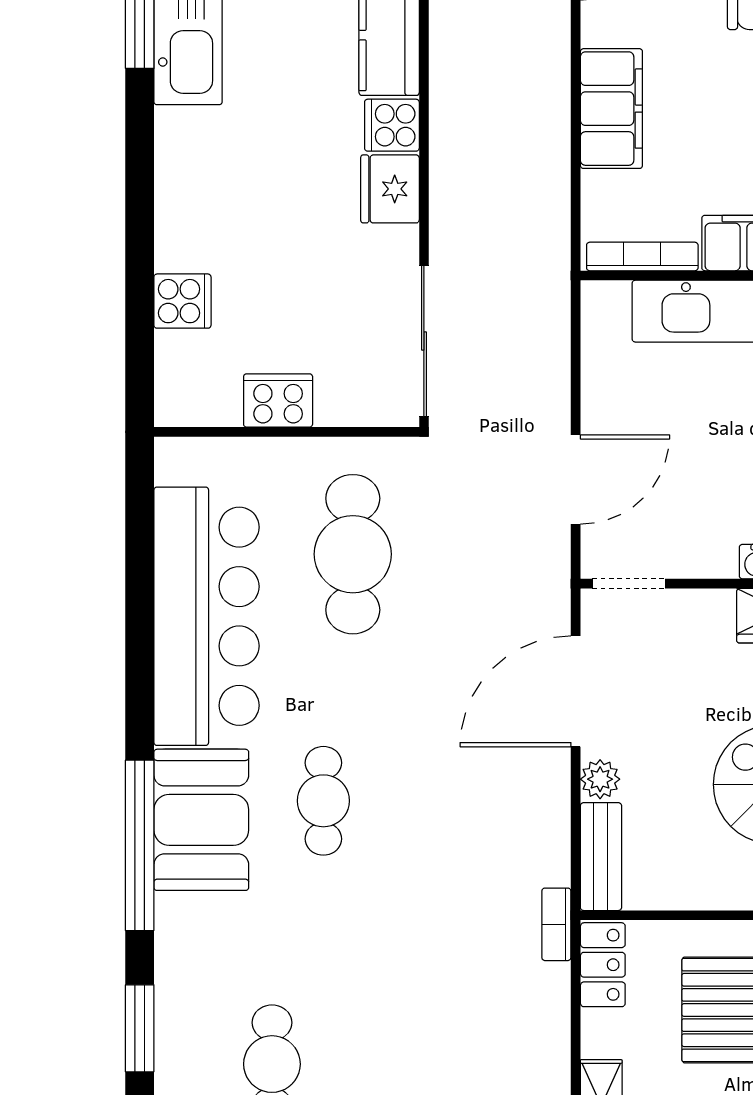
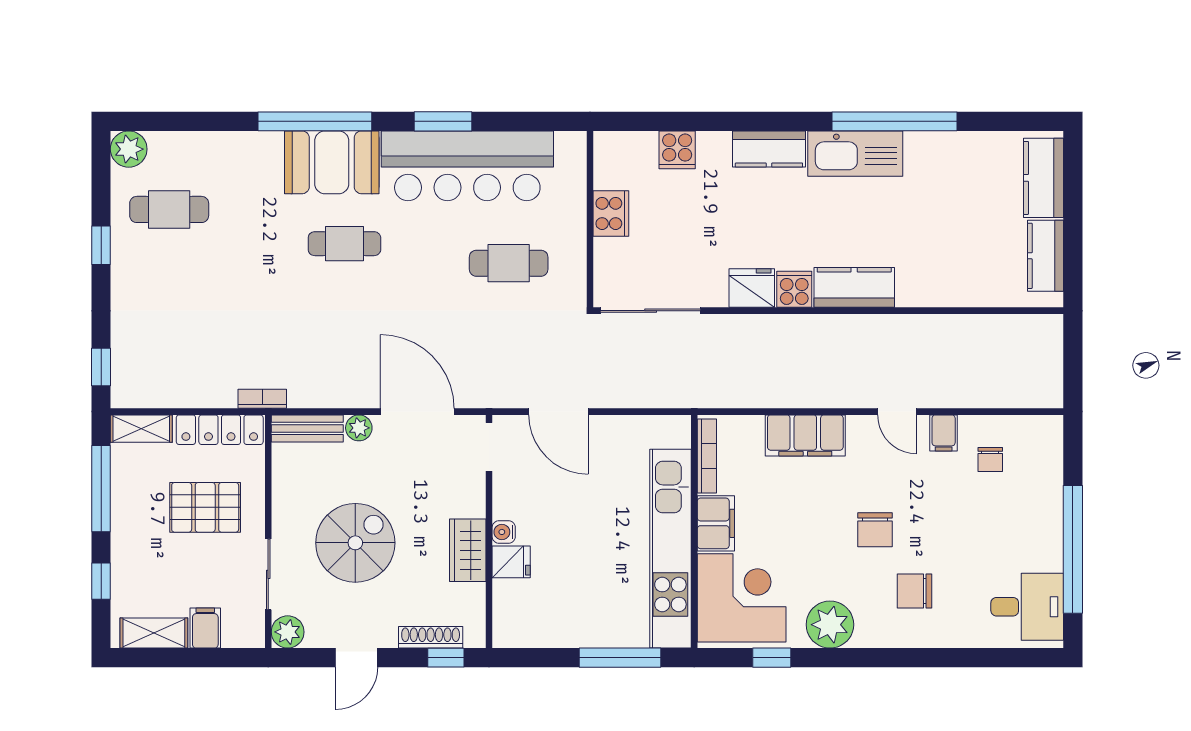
kitchen counter: (181, 163) -> (769, 149), added
cafe table: (353, 554) -> (509, 263), width x0.73, depth x0.74
locker: (603, 965) -> (220, 430), width x1.53
window: (140, 1028) -> (443, 121), moved

